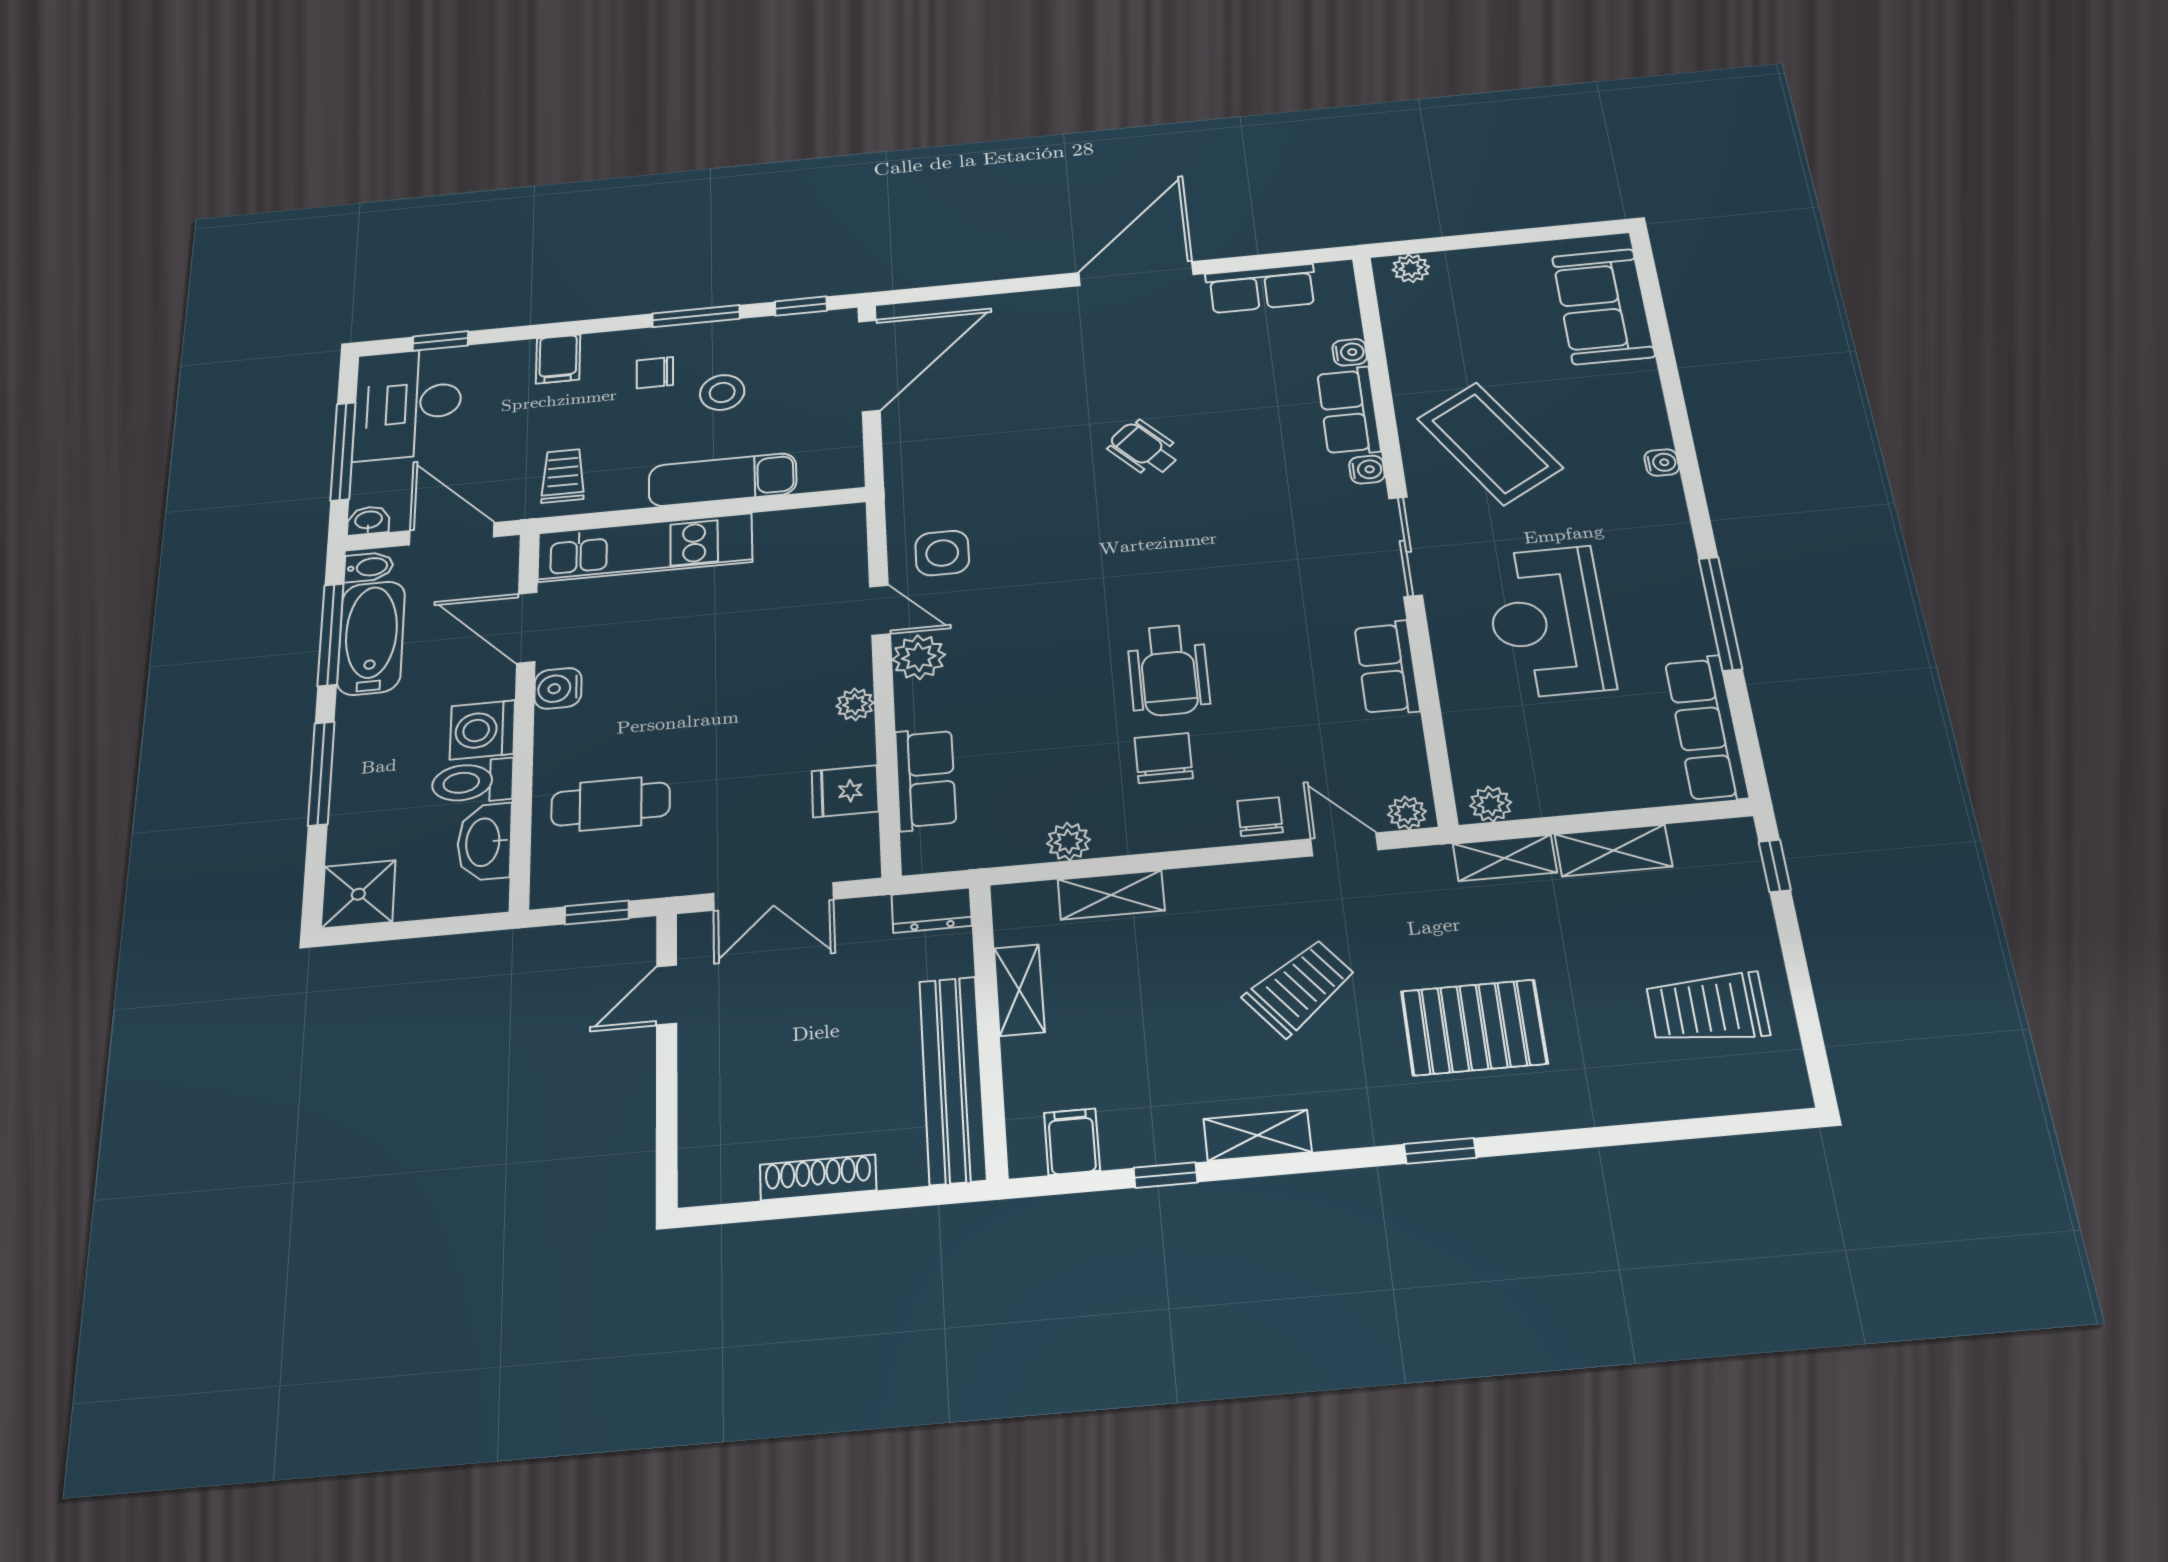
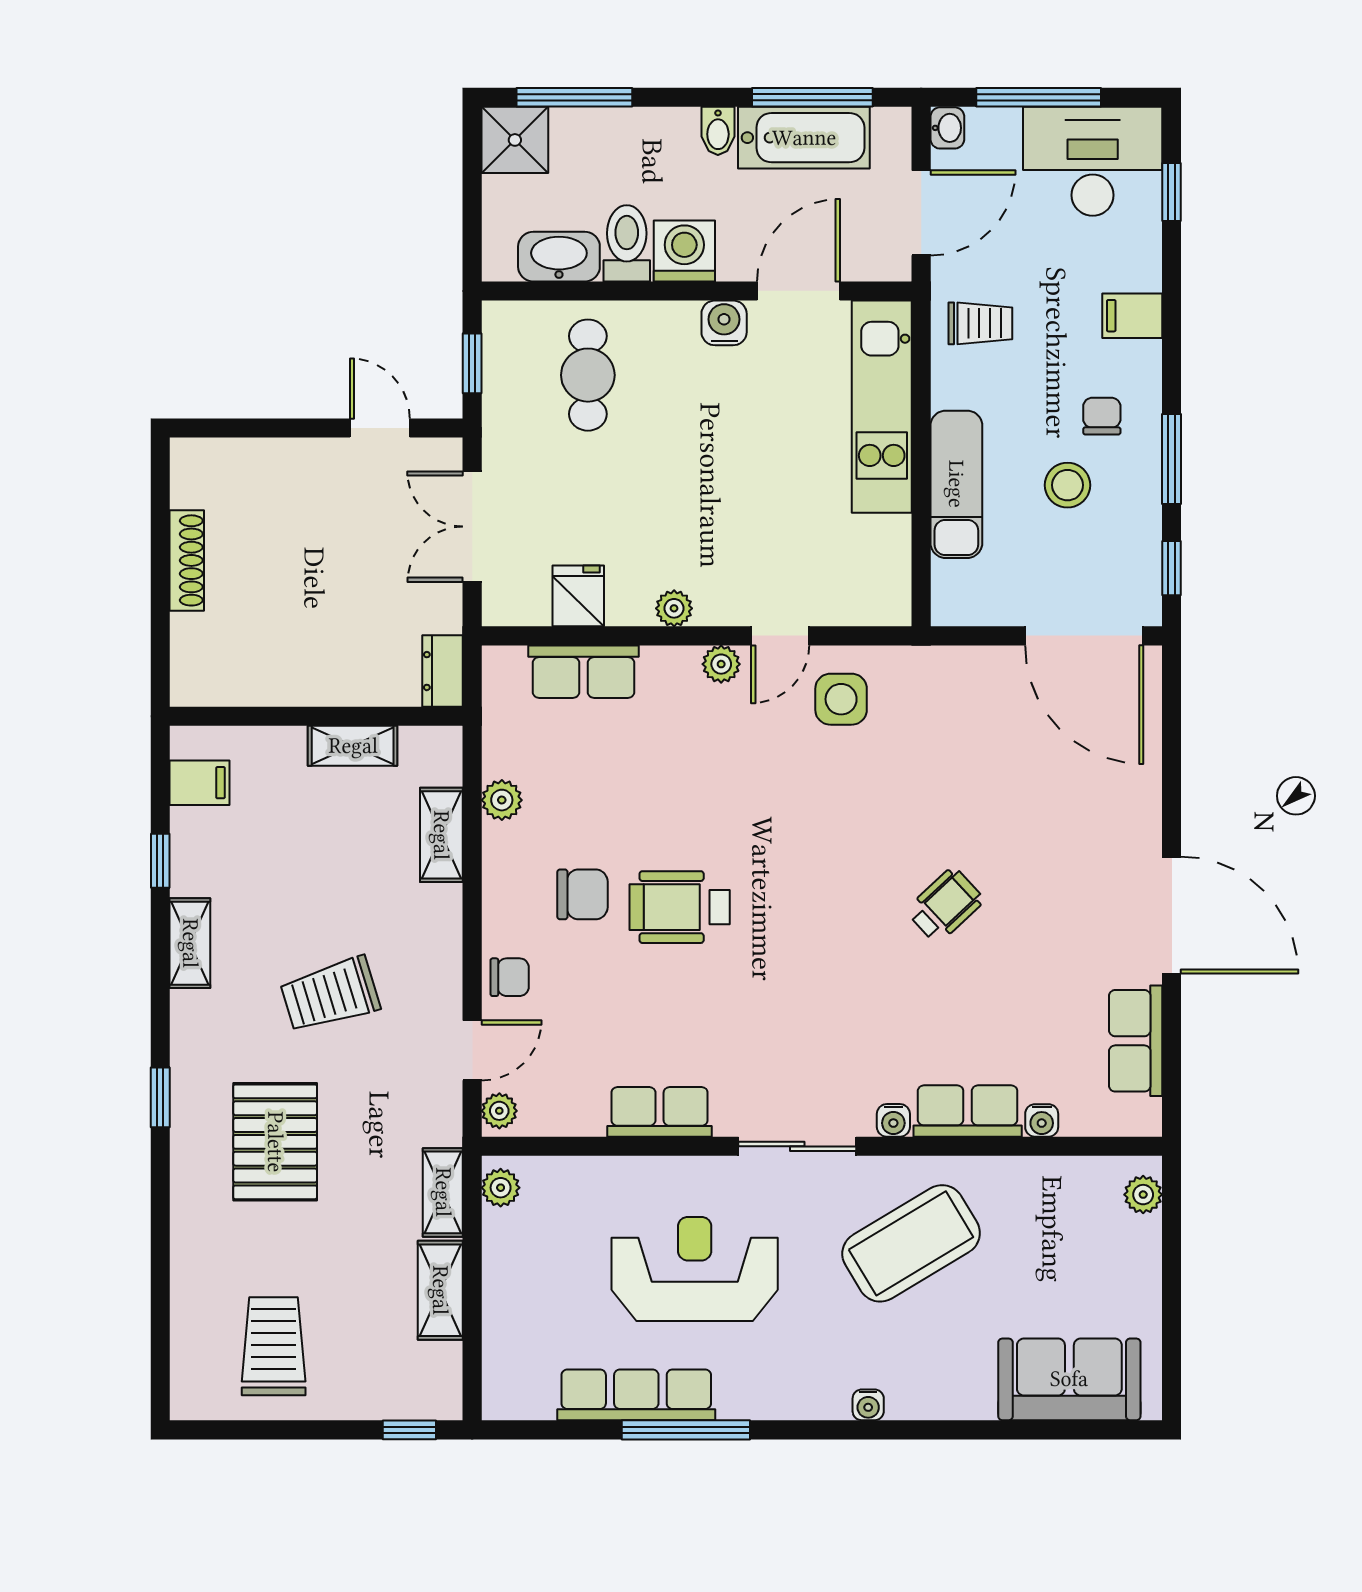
bidet: (369, 567) -> (718, 131), moved
plant: (919, 657) -> (721, 664), width x0.73, depth x0.73
row of seats: (1706, 728) -> (636, 1395), moved
window: (321, 773) -> (574, 97), moved
trolley: (1300, 987) -> (330, 995), turned 111
bench: (953, 1079) -> (270, 682), removed

